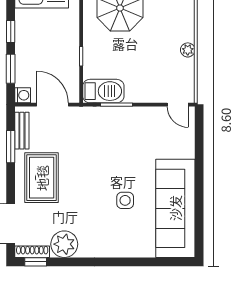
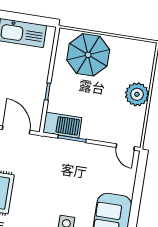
plant: (188, 50) -> (137, 94), width x1.88, depth x1.88

